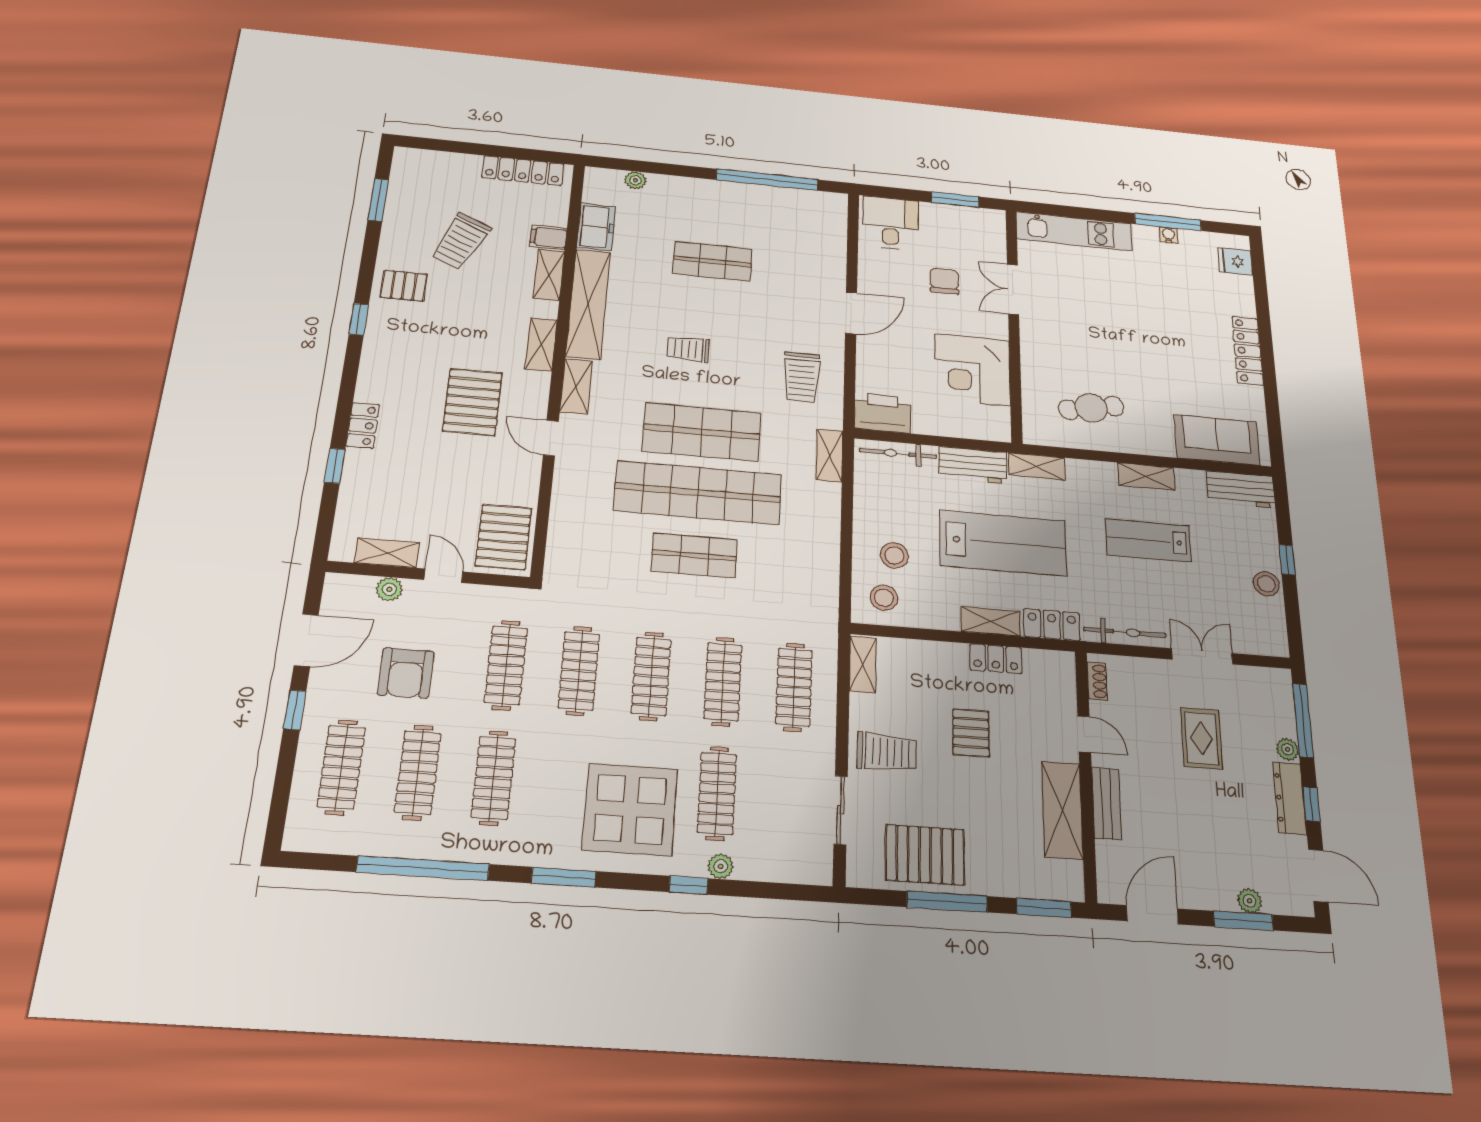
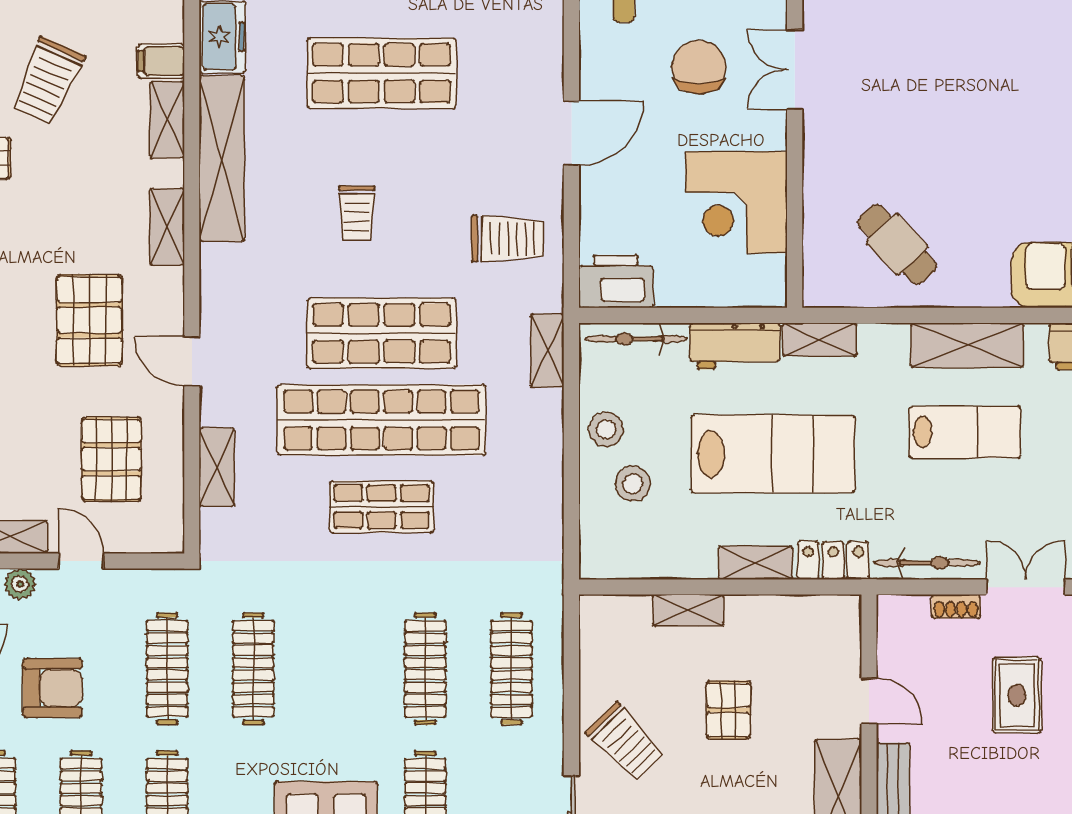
shop shelf: (712, 261) -> (382, 73), width x1.43, depth x1.36
chair: (944, 281) -> (699, 67), width x1.37, depth x1.37
trolley: (688, 349) -> (357, 213), turned -90
trolley: (802, 377) -> (507, 239), turned -90
shelving: (576, 386) -> (217, 467), moved
cafe table: (1091, 408) -> (897, 244), turned 57
shelving: (1146, 476) -> (967, 345), width x1.50, depth x1.33
pallet: (504, 537) -> (111, 459), moved
lab bench: (1148, 540) -> (965, 432), turned 180
stool: (884, 598) -> (606, 429), moved
locker: (996, 659) -> (761, 612), removed
shelving: (863, 664) -> (688, 610), moved, turned 90
armchair: (406, 673) -> (53, 688), turned -90
clothes rail: (651, 676) -> (339, 669), removed
shoe rack: (1097, 681) -> (956, 606), moved, turned 90
trolley: (887, 752) -> (625, 742), turned 45

